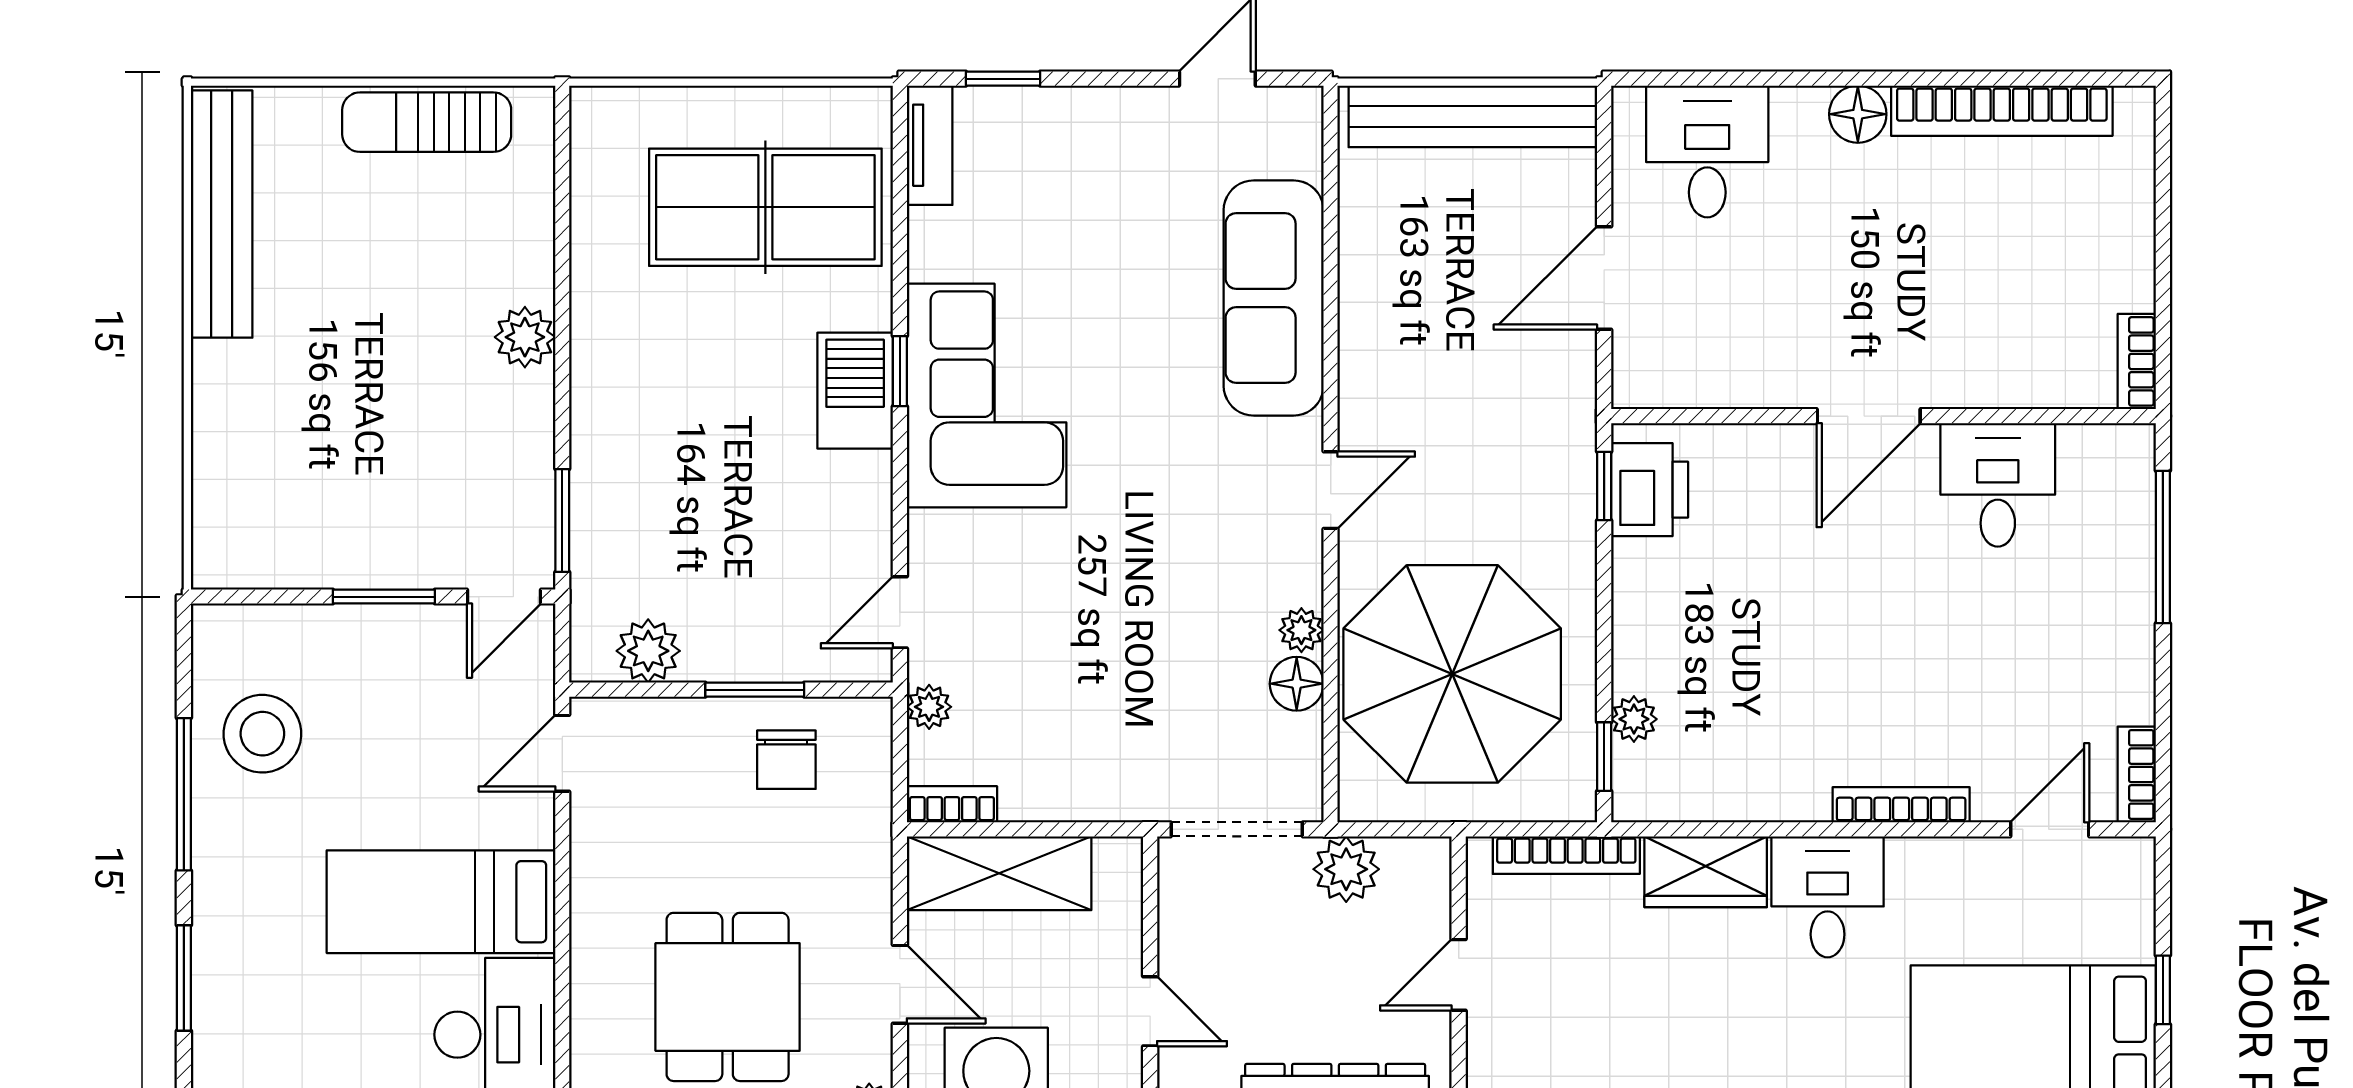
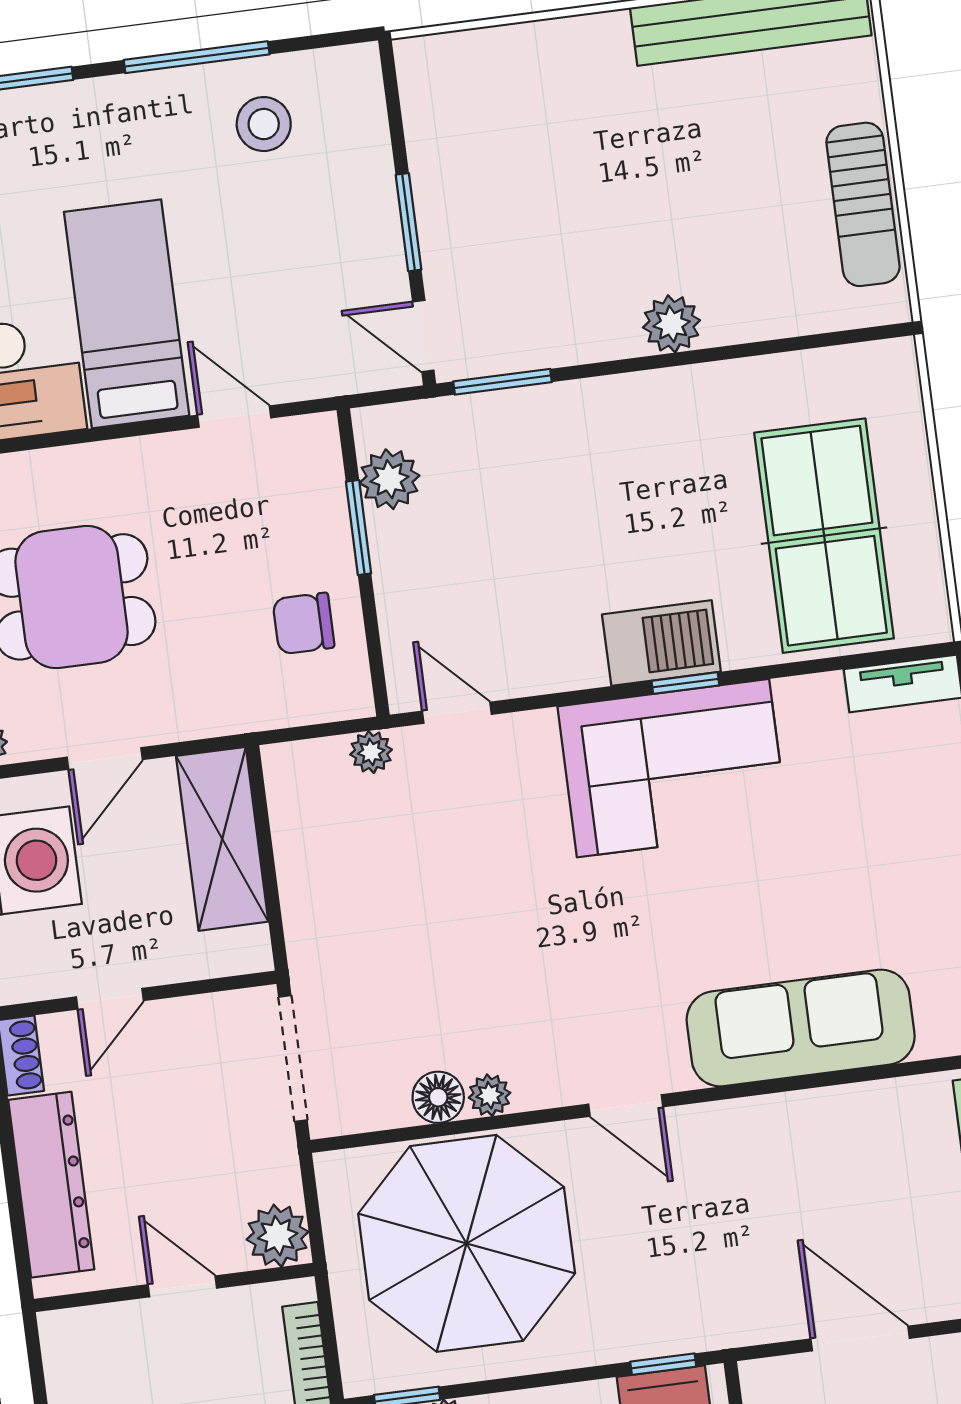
sun lounger: (427, 122) -> (863, 204), turned 180
window: (755, 690) -> (359, 528), moved
stool: (262, 734) -> (264, 124), width x0.73, depth x0.73
door: (562, 753) -> (234, 417), moved
bookcase: (952, 804) -> (282, 786), removed
plant: (1346, 869) -> (278, 1236), moved

